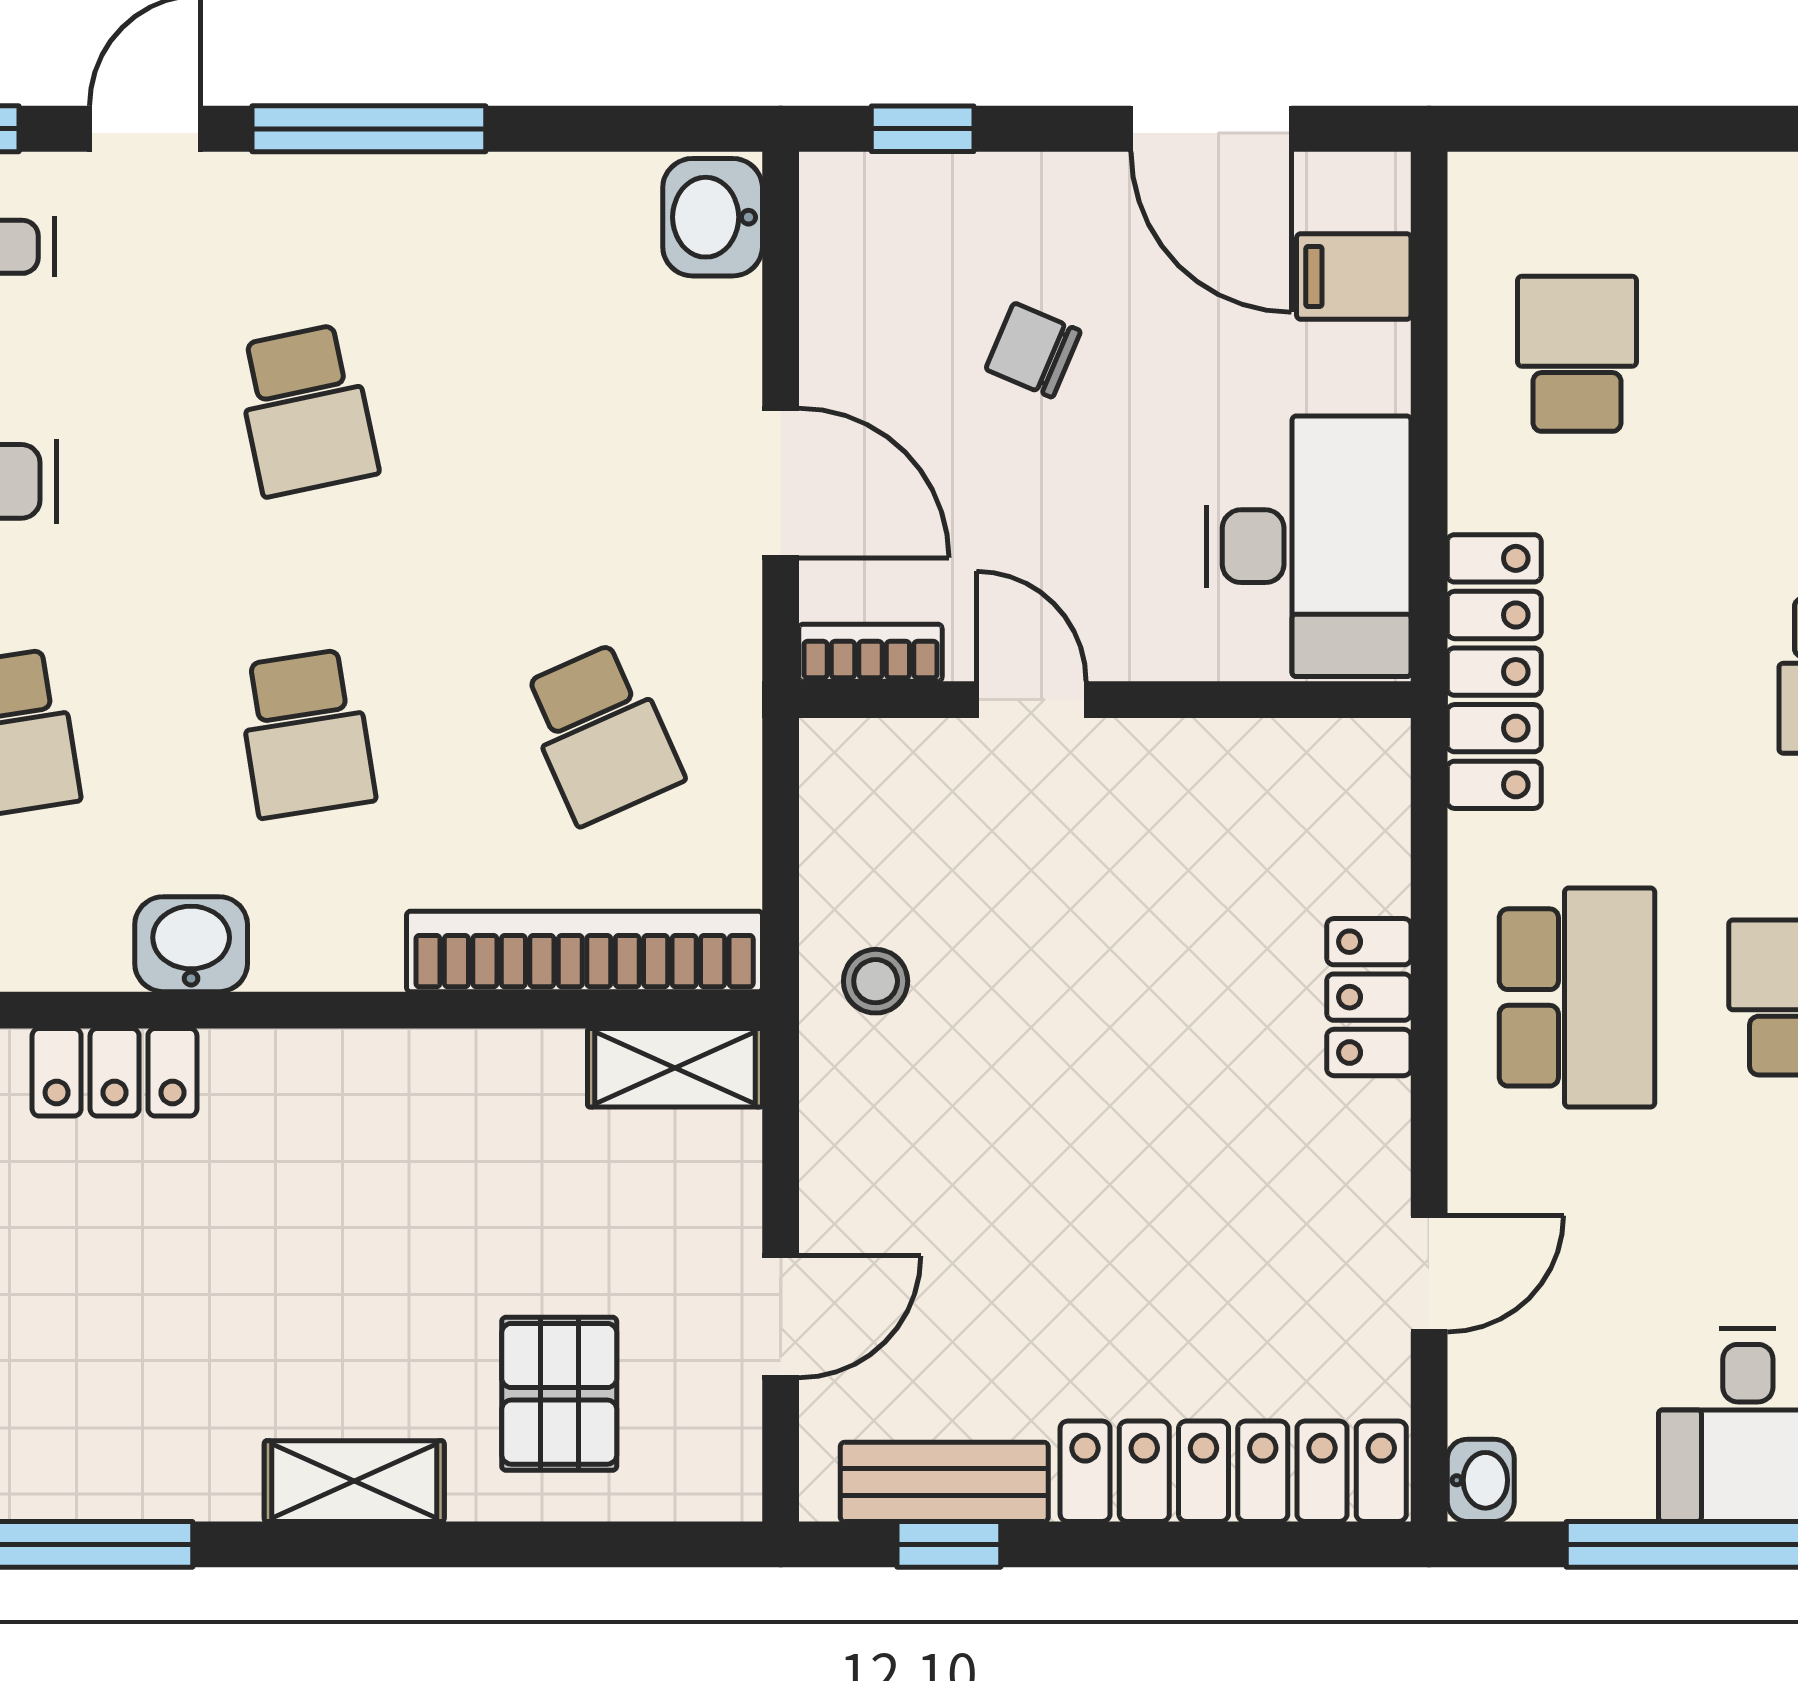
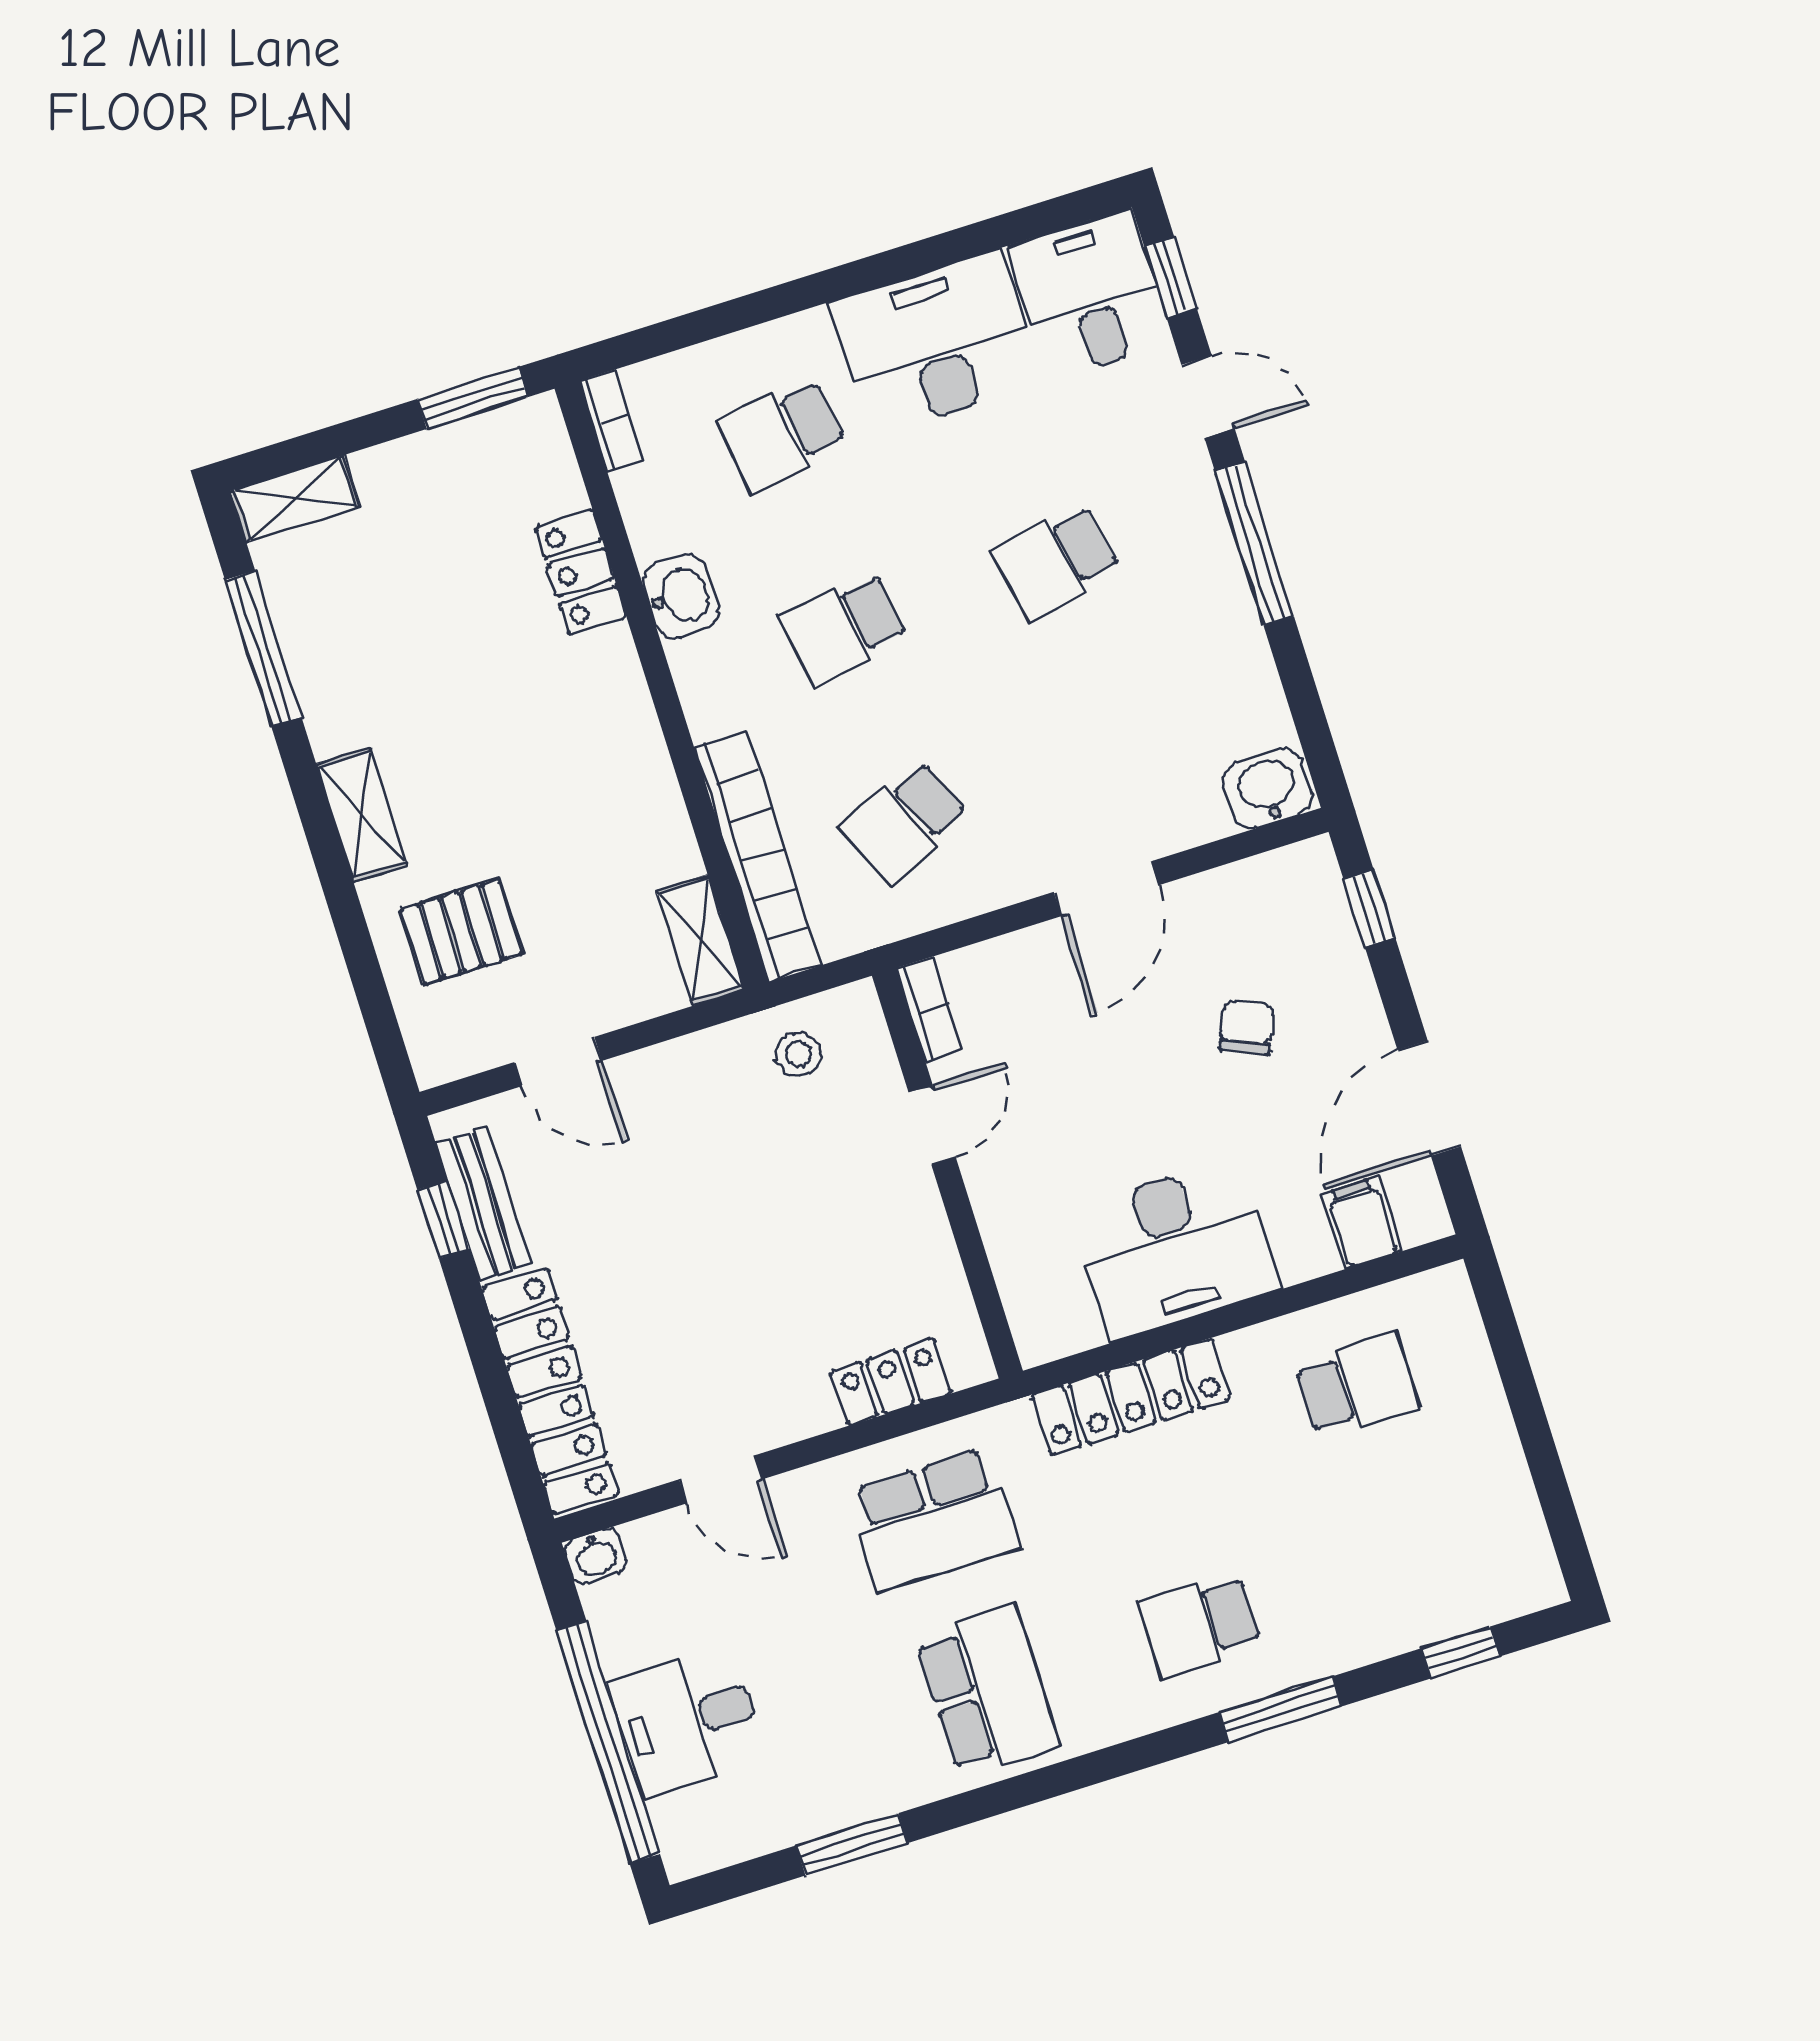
bookcase: (870, 653) -> (930, 1009), moved
door: (1031, 700) -> (932, 1125), moved
wall: (1105, 700) -> (947, 1173), moved

